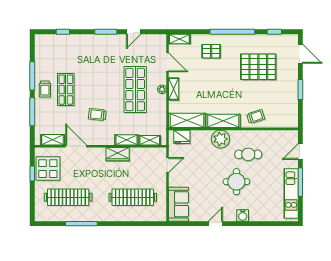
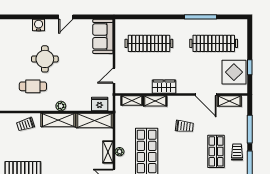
plant: (220, 139) -> (61, 106), width x0.53, depth x0.53

